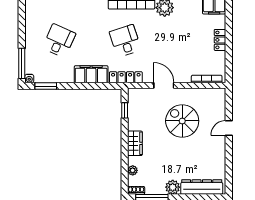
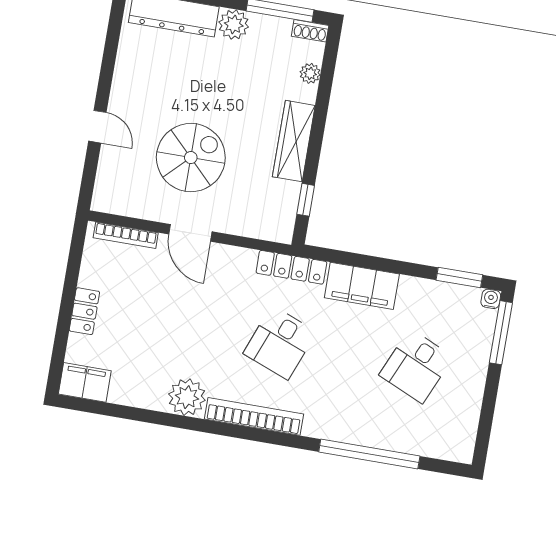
desk: (125, 41) -> (280, 343), turned 39
door: (164, 85) -> (190, 233), moved
spiral stairs: (182, 121) -> (191, 158), turned -90
door: (229, 128) -> (97, 127), hinge flipped
wardrobe: (135, 143) -> (294, 141), width x1.50

